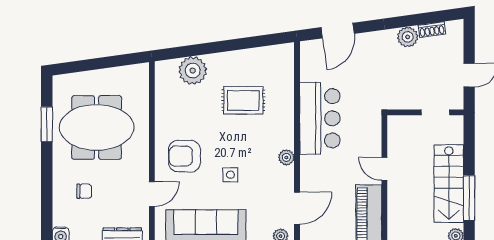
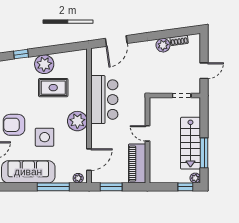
window: (195, 50) -> (21, 54), added
plant: (193, 71) -> (44, 64), moved
plant: (286, 157) -> (77, 121), width x1.87, depth x1.87
side table: (230, 175) -> (45, 137), width x1.87, depth x1.87

